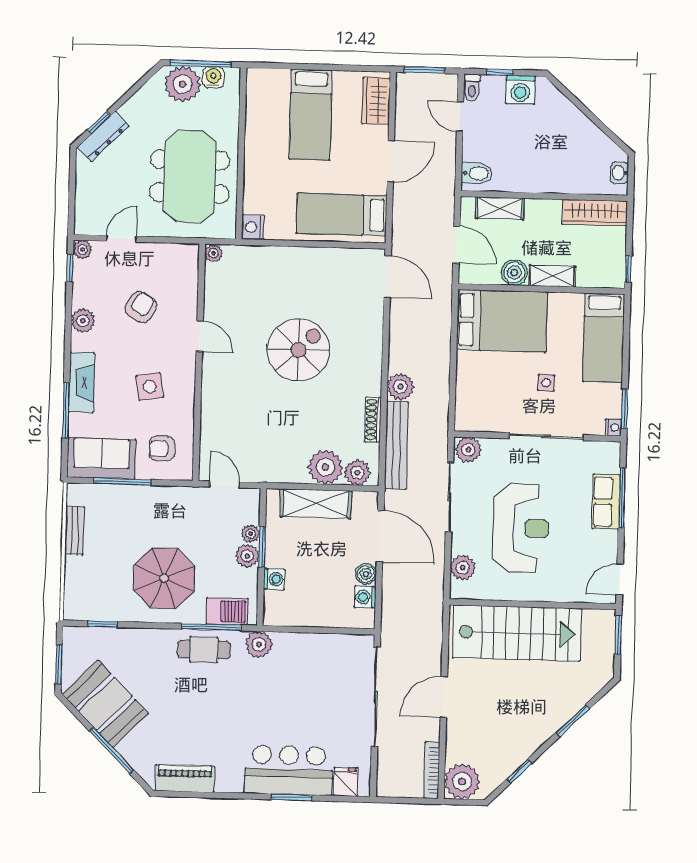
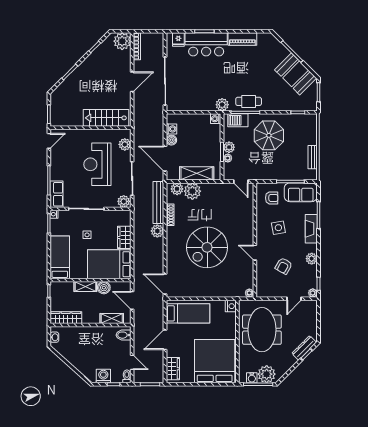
bed: (311, 115) -> (215, 361), width x2.04
spiral stairs: (298, 350) -> (207, 247), width x1.37, depth x1.37
wardrobe: (469, 375) -> (124, 237), added
row of seats: (606, 502) -> (57, 194), moved
washing machine: (274, 579) -> (216, 119), moved
stairs: (517, 633) -> (106, 118), width x0.73, depth x0.66
piano: (185, 778) -> (242, 39), moved

